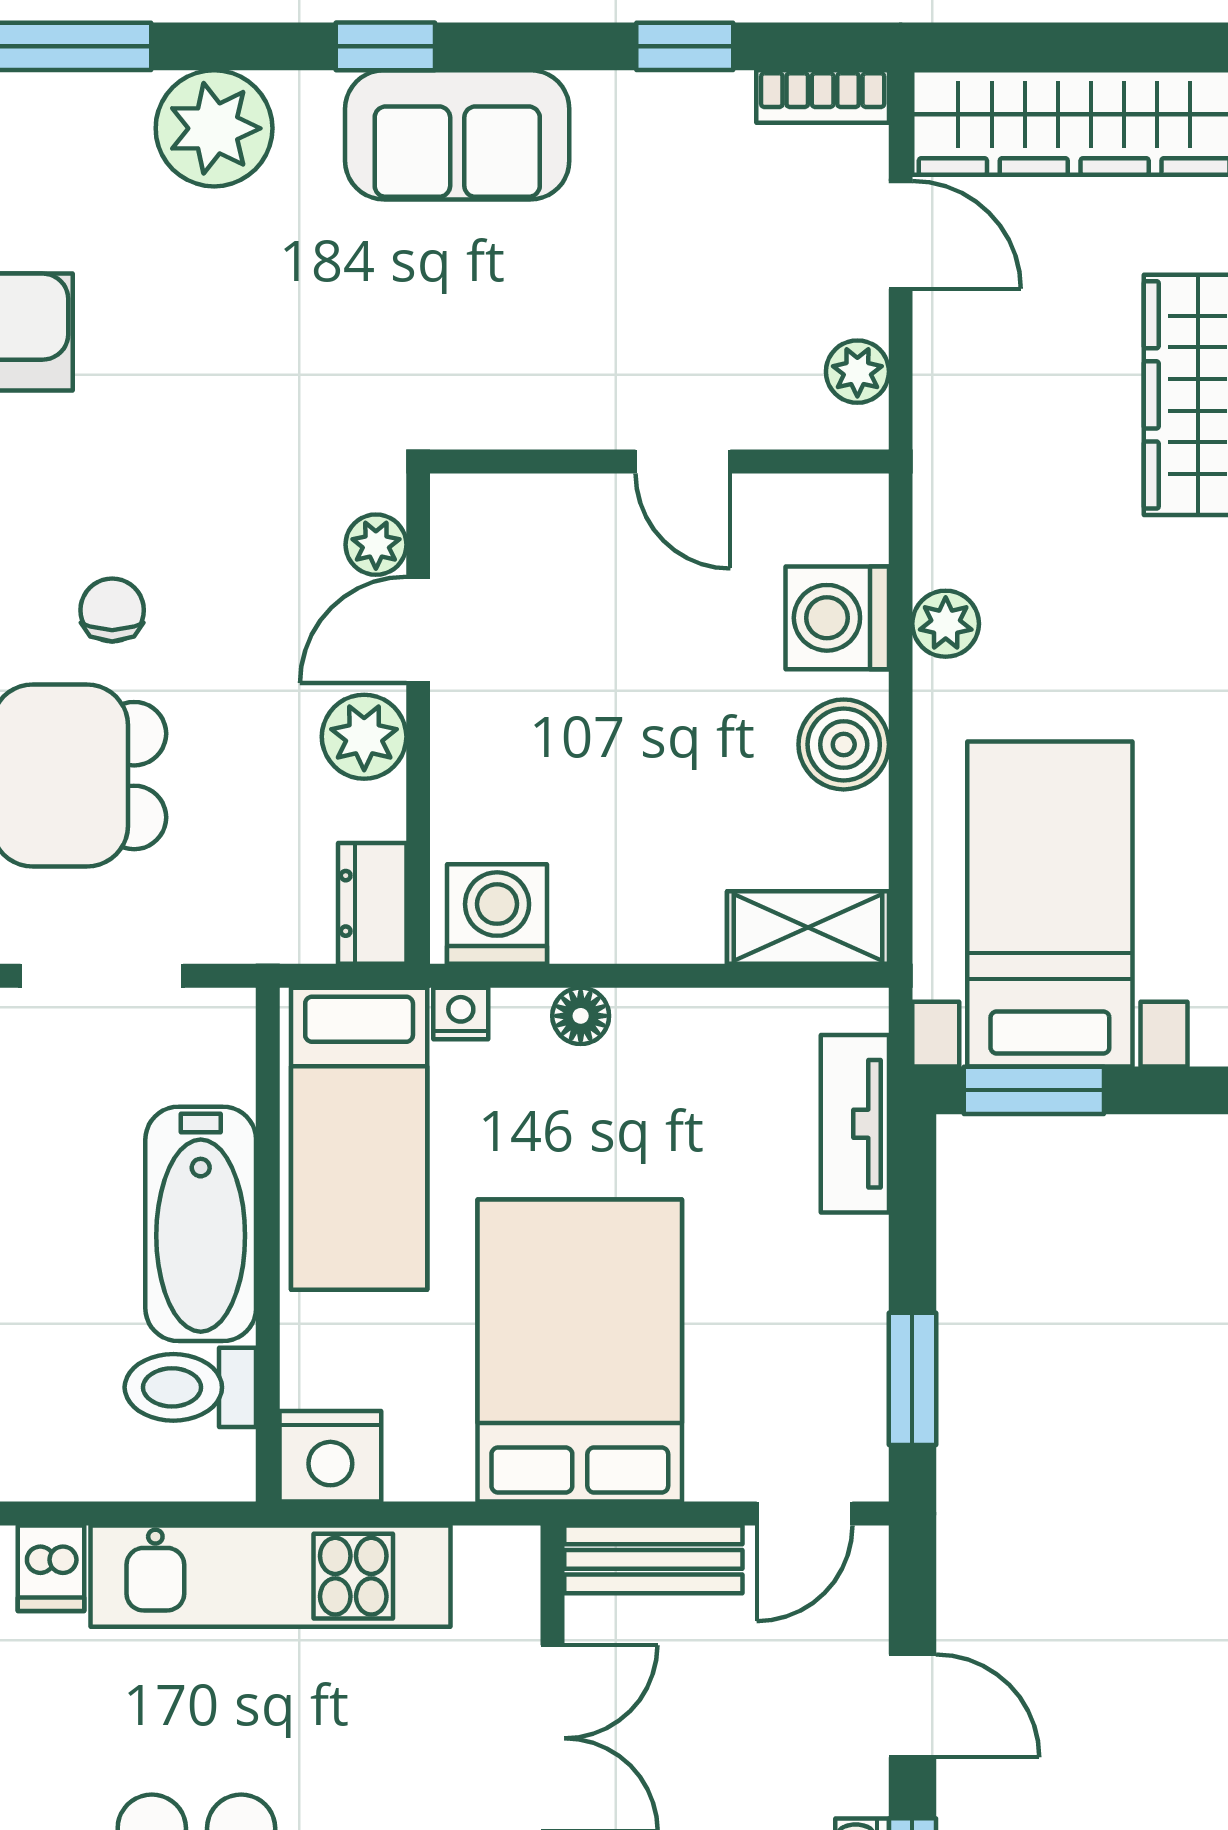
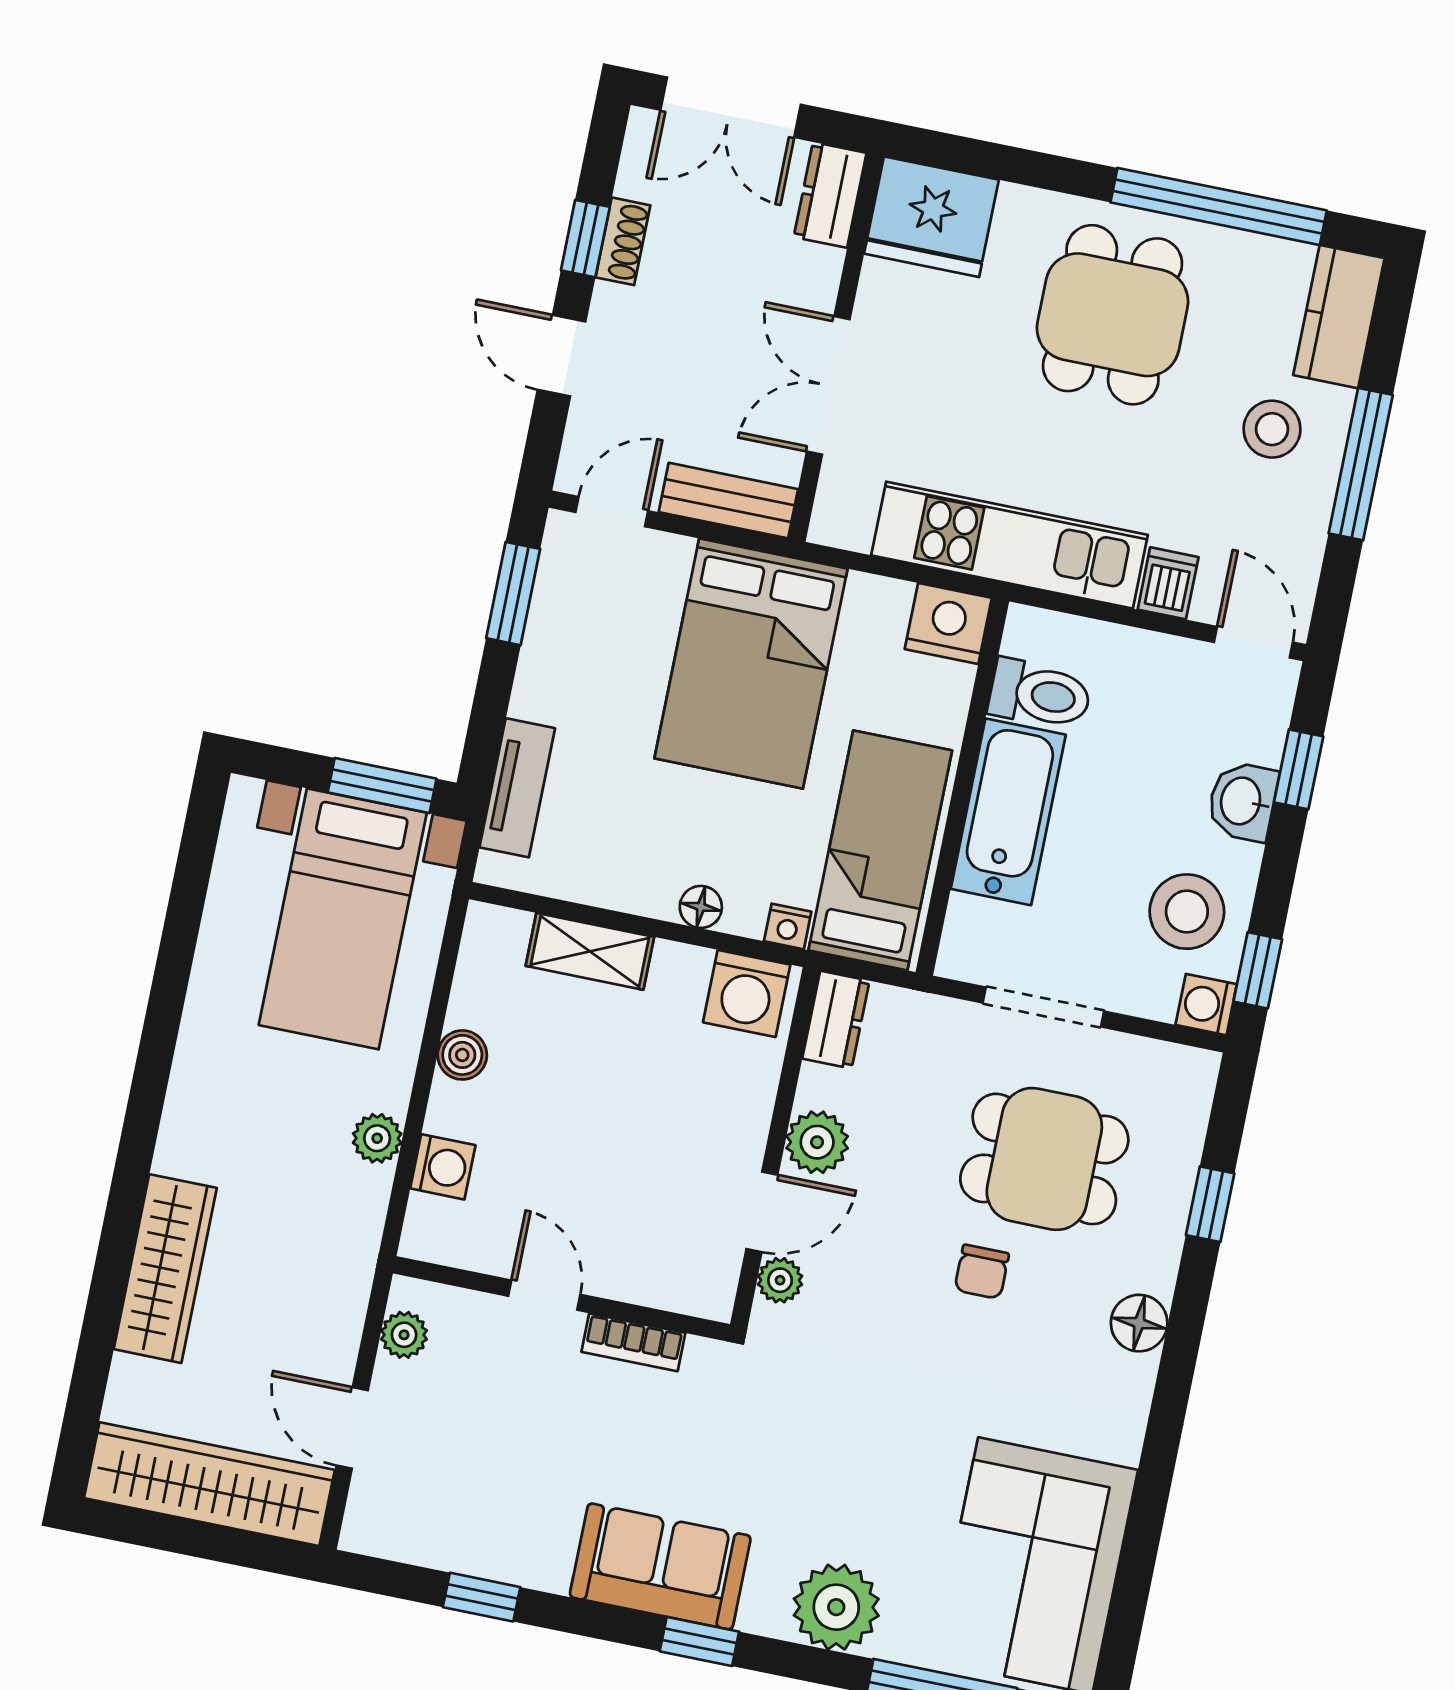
bookcase: (823, 97) -> (633, 1342), moved, turned 180
washing machine: (837, 618) -> (443, 1167), width x0.73, depth x0.73
boiler: (844, 744) -> (462, 1055), width x0.73, depth x0.73
shelving: (808, 927) -> (590, 951), moved

